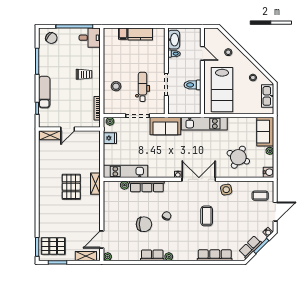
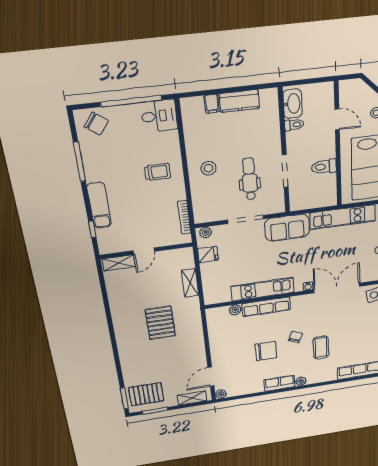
stool: (116, 86) -> (208, 168), moved
kitchen unit: (126, 171) -> (263, 289), moved
shelving: (95, 184) -> (190, 283), moved
coffee table: (207, 216) -> (321, 347), moved

